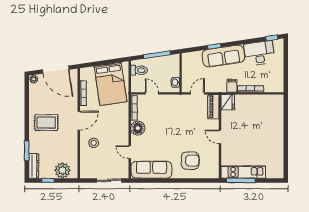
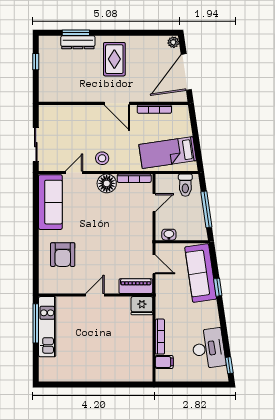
sofa: (223, 56) -> (201, 273), moved
bed: (111, 84) -> (168, 153), width x0.67
filing cabinet: (232, 86) -> (164, 362), moved
stool: (94, 143) -> (102, 158), moved
dresser: (34, 166) -> (78, 42), moved
plant: (62, 170) -> (49, 81), removed

